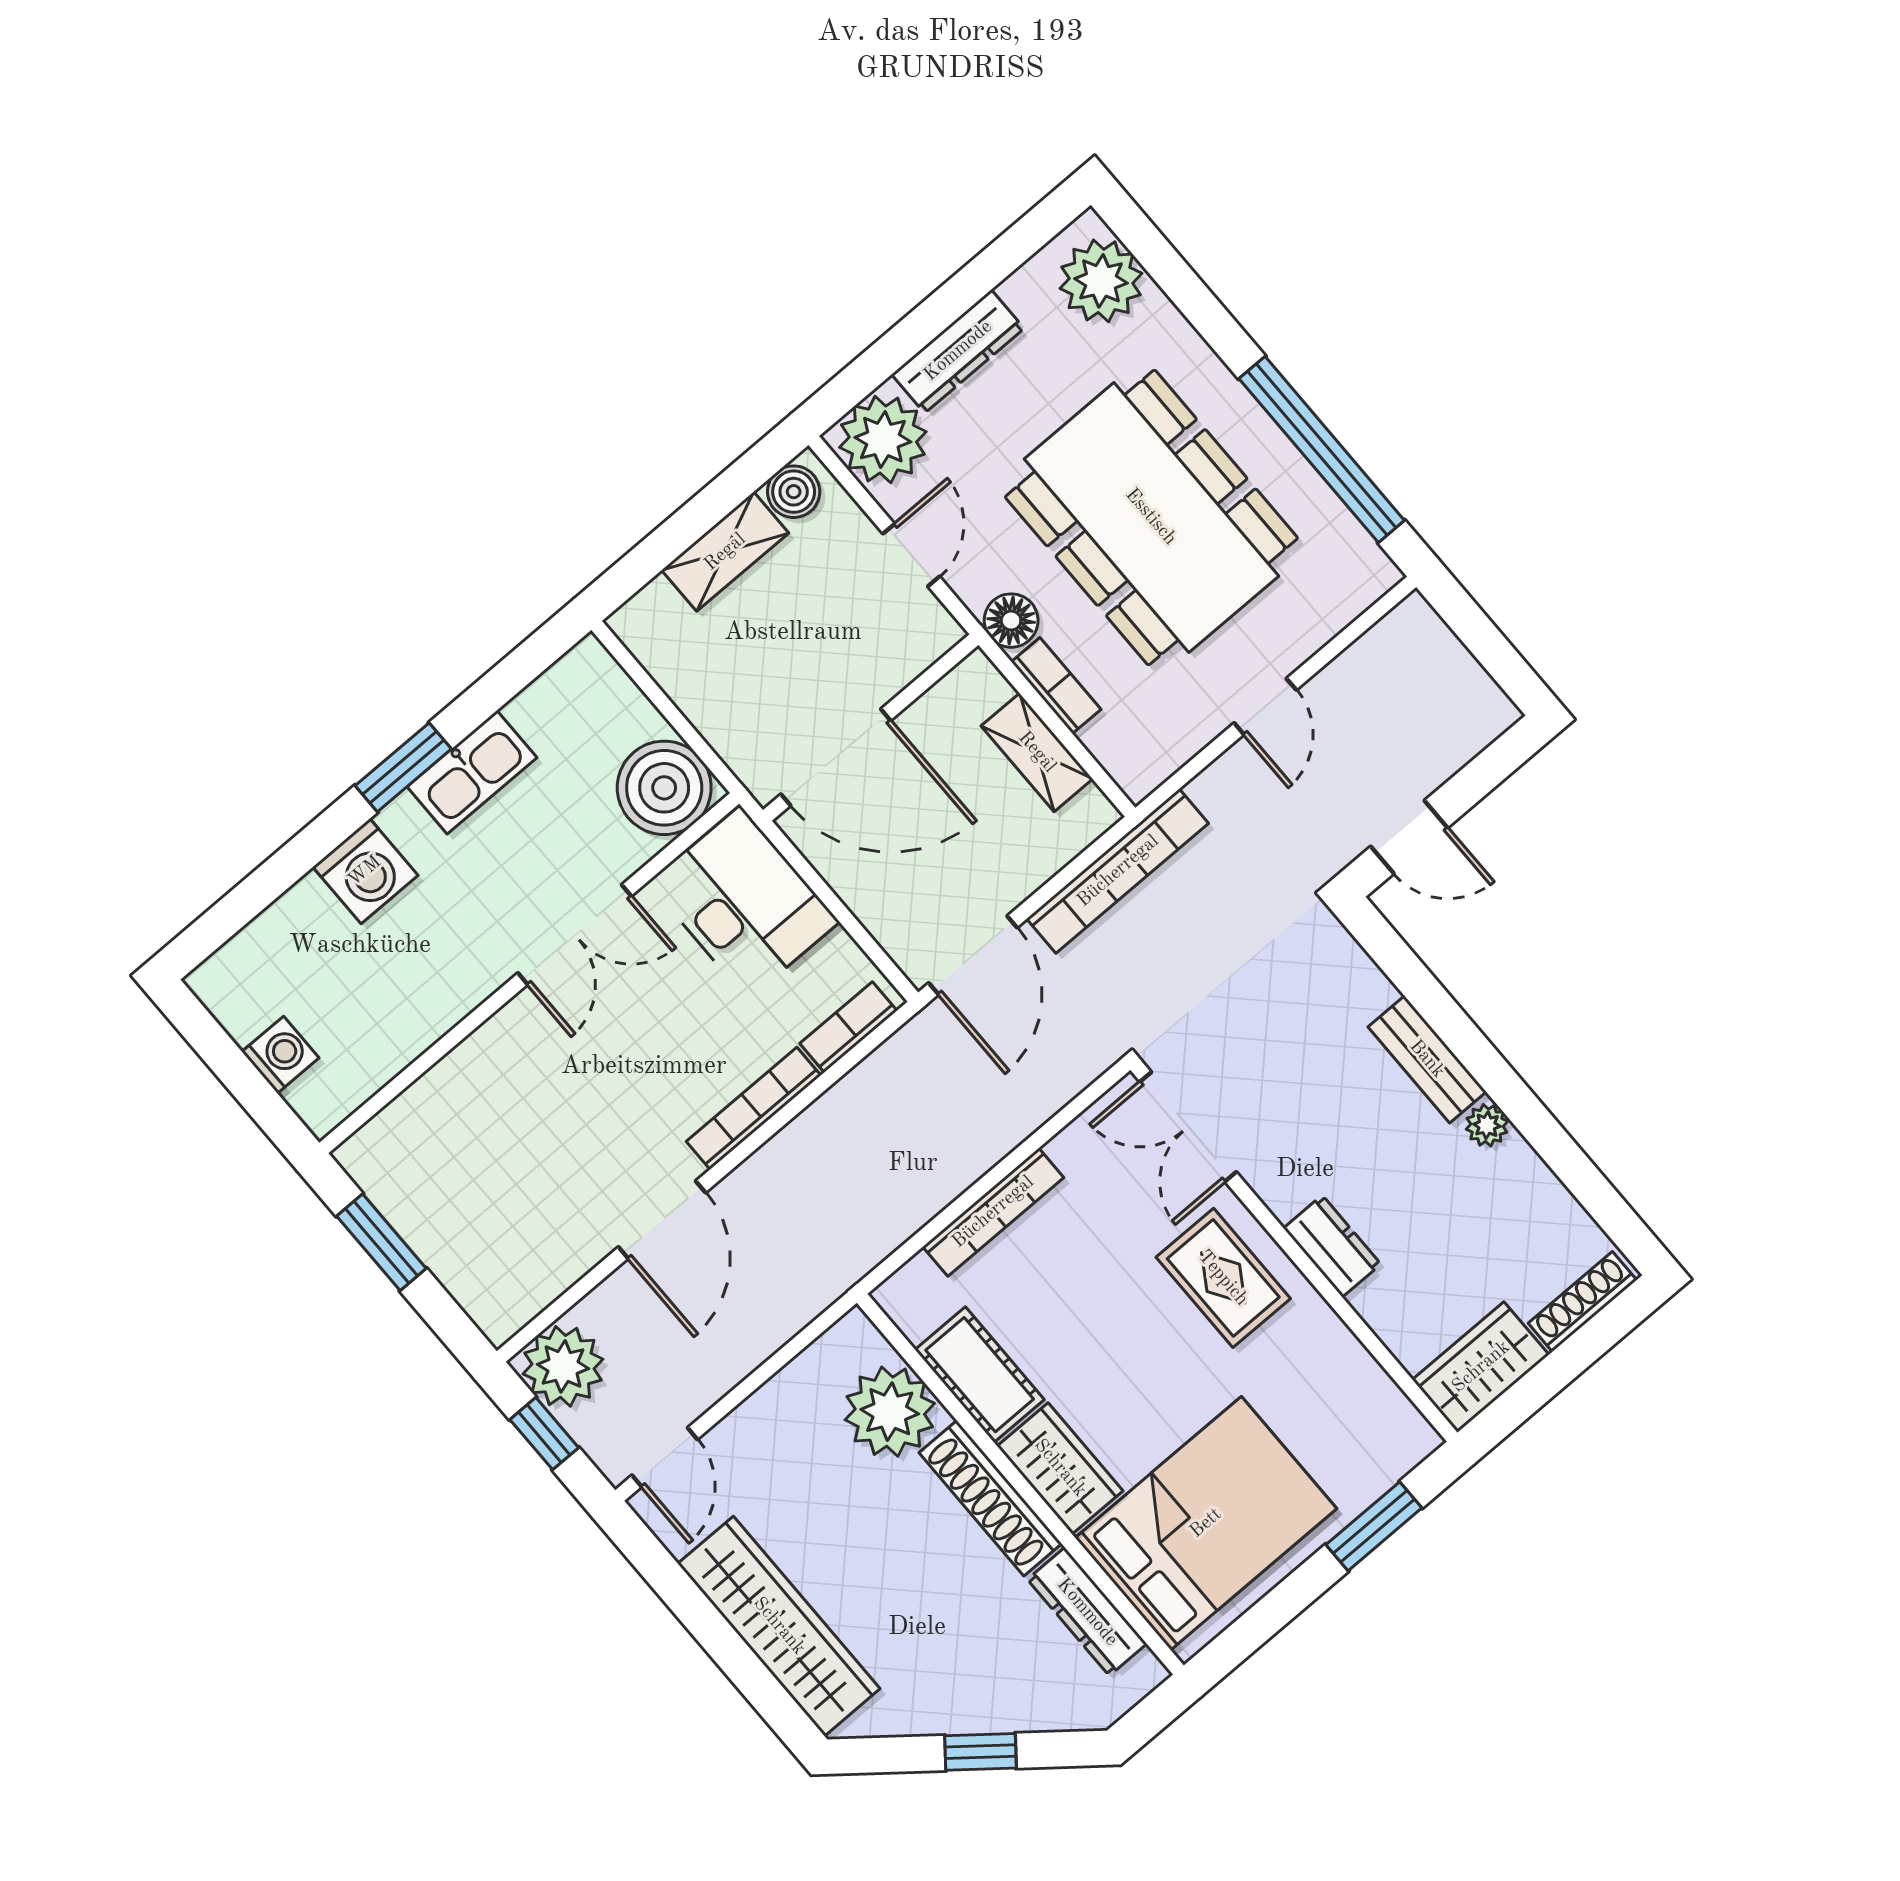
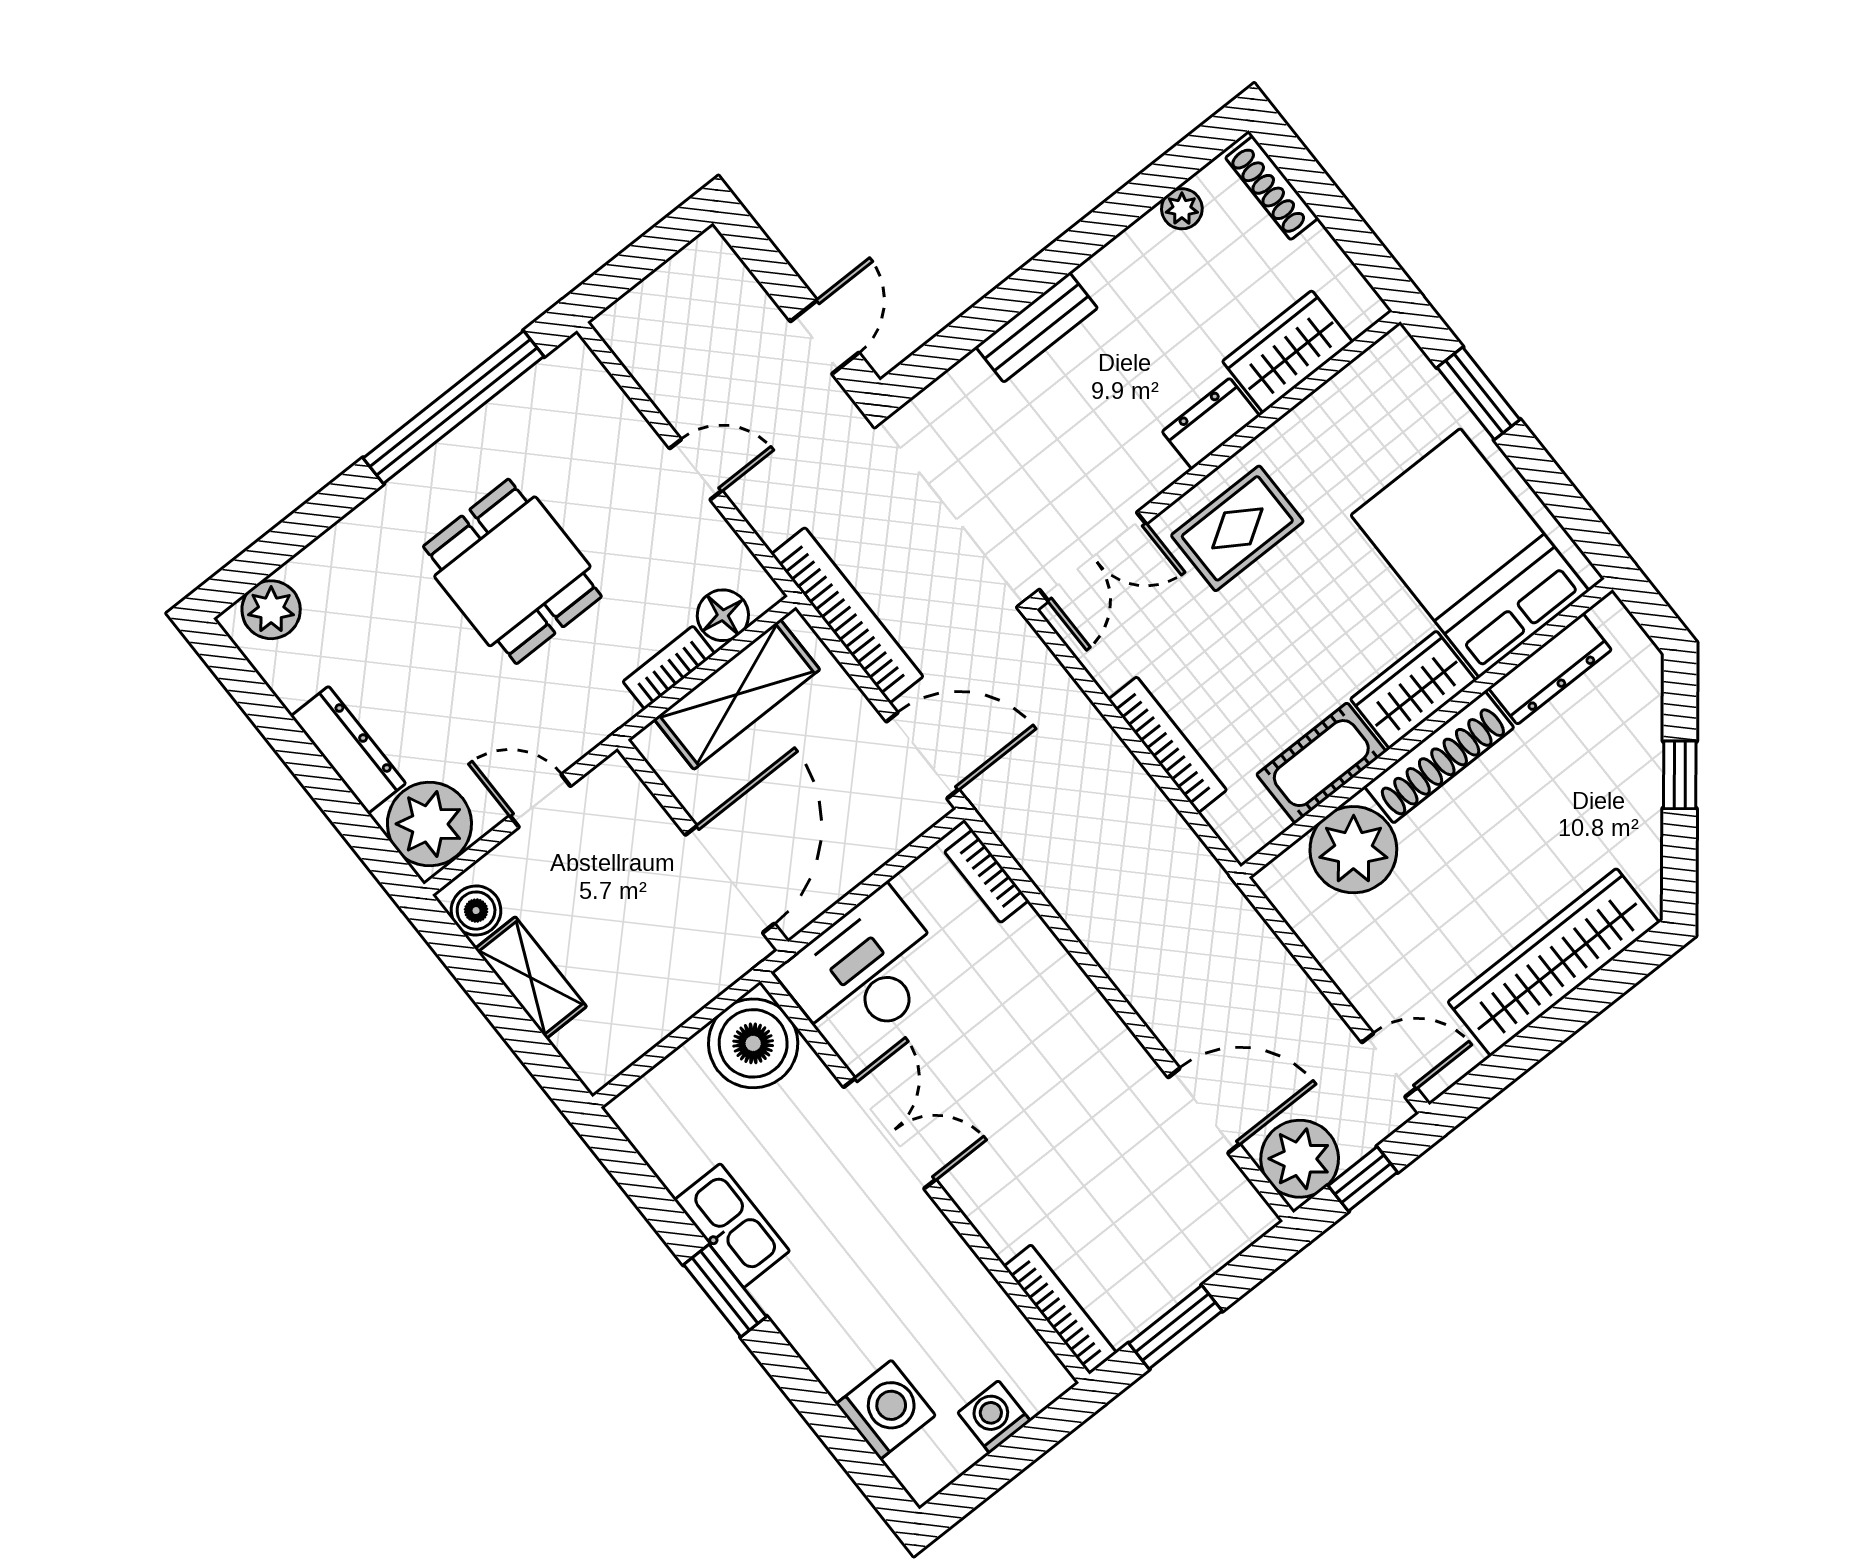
plant: (1101, 281) -> (271, 610), width x0.73, depth x0.73
dining table: (1151, 517) -> (512, 571), width x0.53, depth x0.80
floor lamp: (1011, 621) -> (723, 615), moved
shelving: (1037, 752) -> (737, 694), width x1.50, depth x1.33
washing machine: (365, 871) -> (886, 1410), moved
bookcase: (754, 1108) -> (1060, 1310), moved, turned 180
plant: (1487, 1125) -> (1182, 209), moved
door: (662, 1220) -> (1204, 1111), moved
wardrobe: (1481, 1367) -> (1288, 352), moved, turned 90

